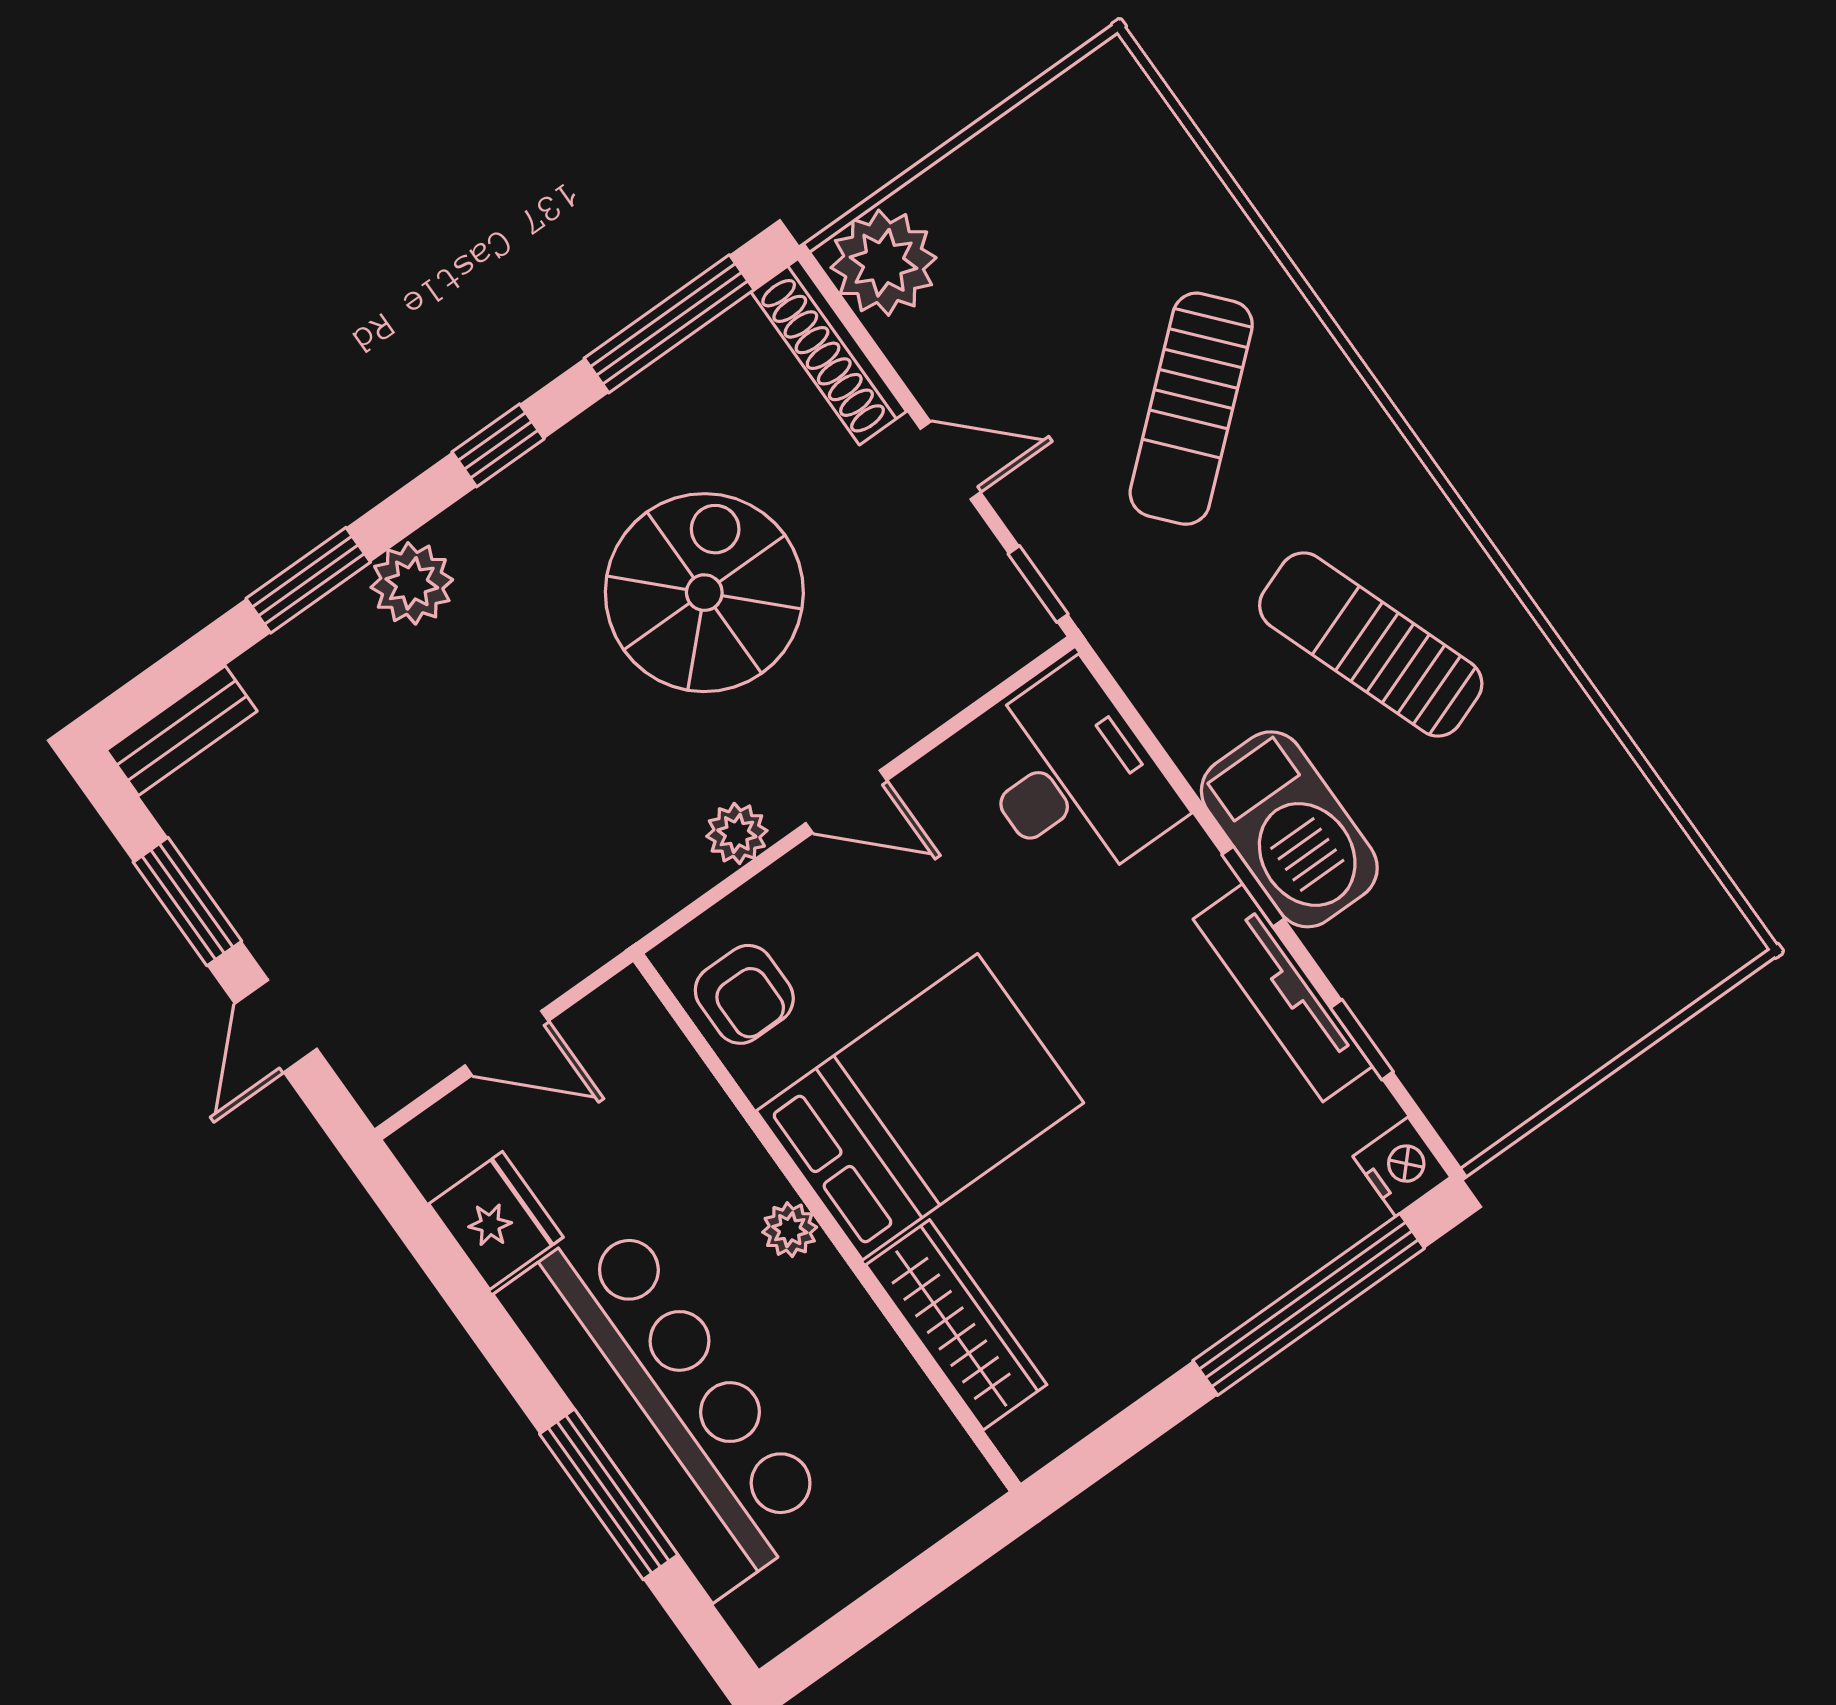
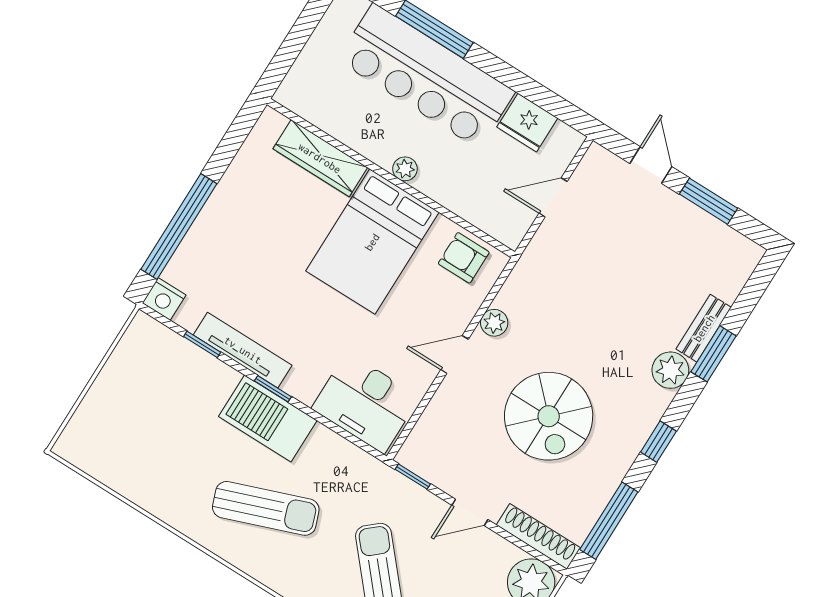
bench: (182, 731) -> (704, 328), moved

